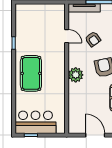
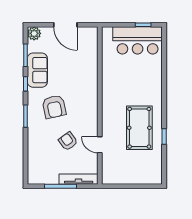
pool table: (31, 73) -> (139, 128), moved
plant: (76, 75) -> (89, 98), removed

